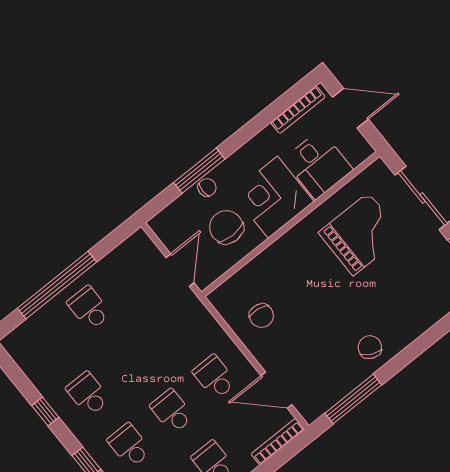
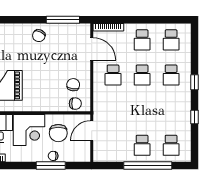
chair: (236, 291) -> (75, 104), added
school desk: (88, 394) -> (171, 145), moved

